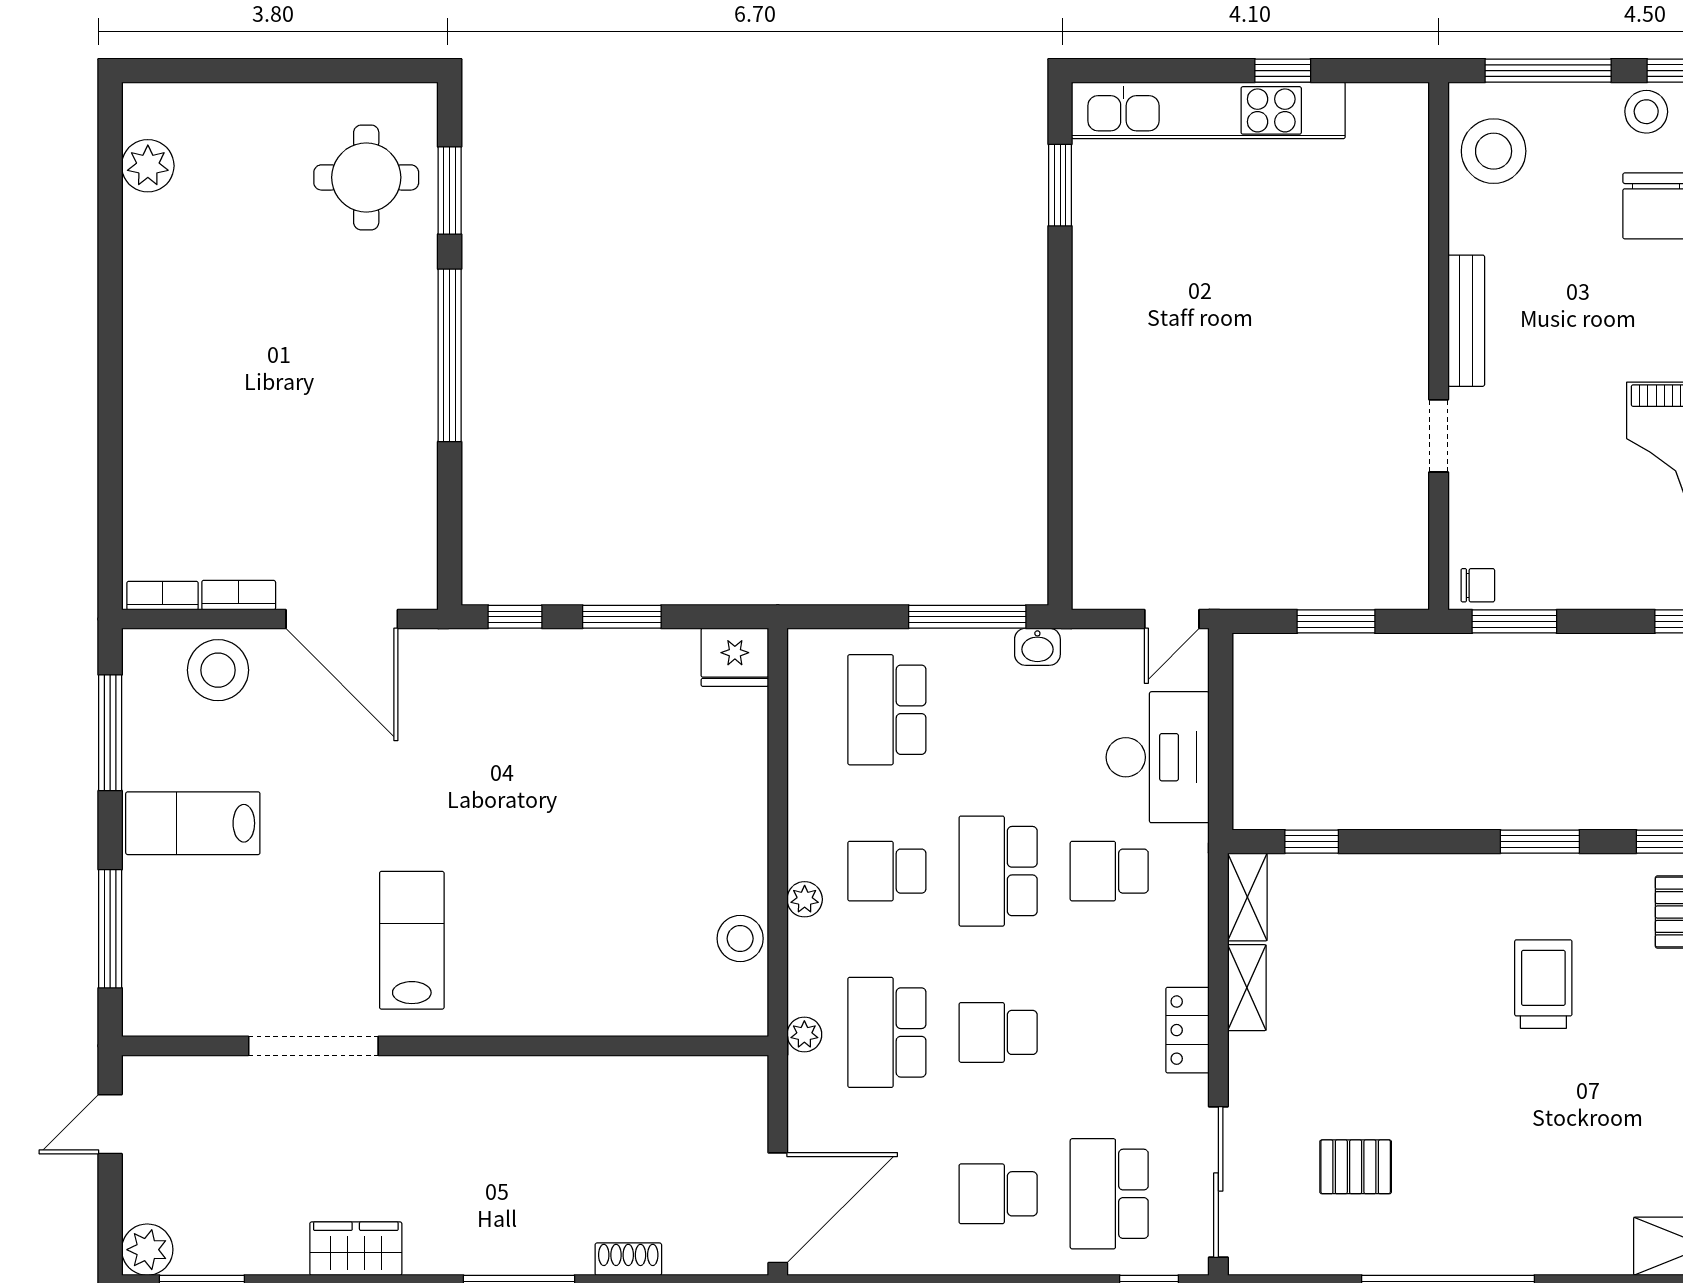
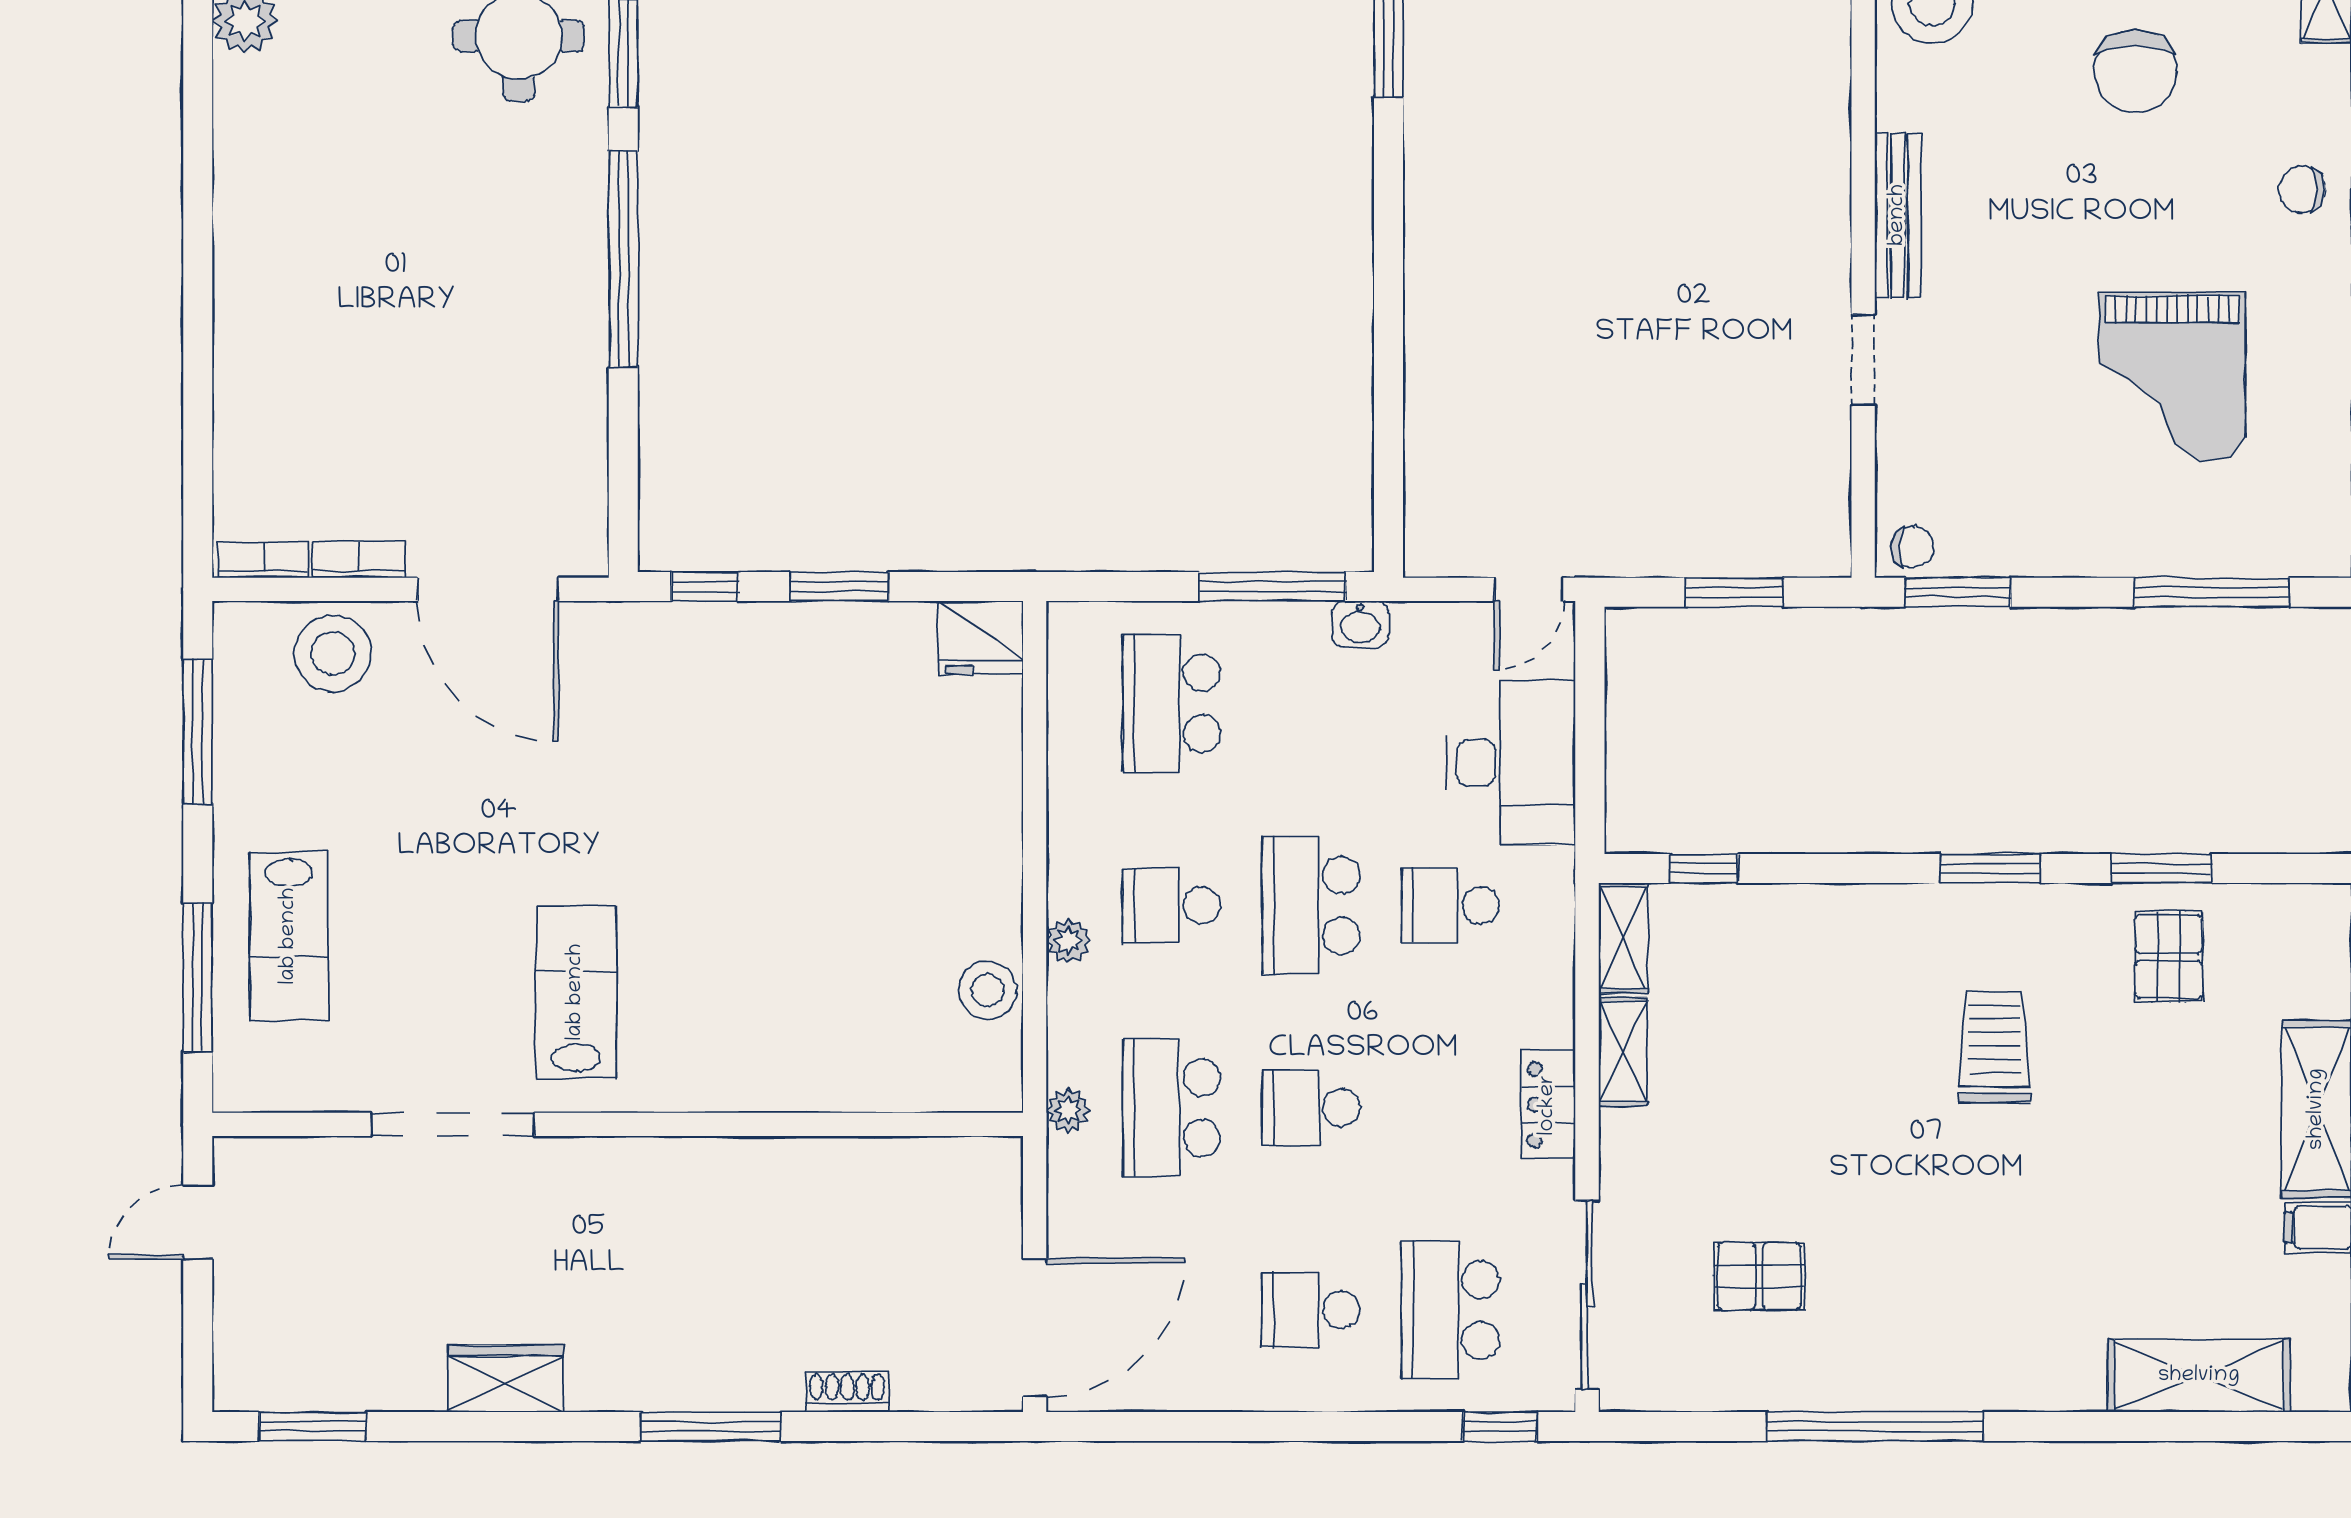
lab bench: (193, 823) -> (289, 936), moved, turned -90
plant: (147, 1250) -> (244, 1380), removed

